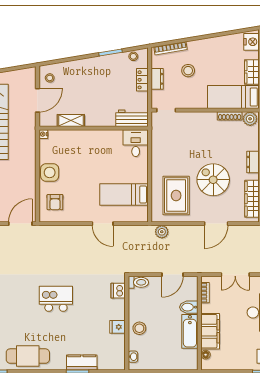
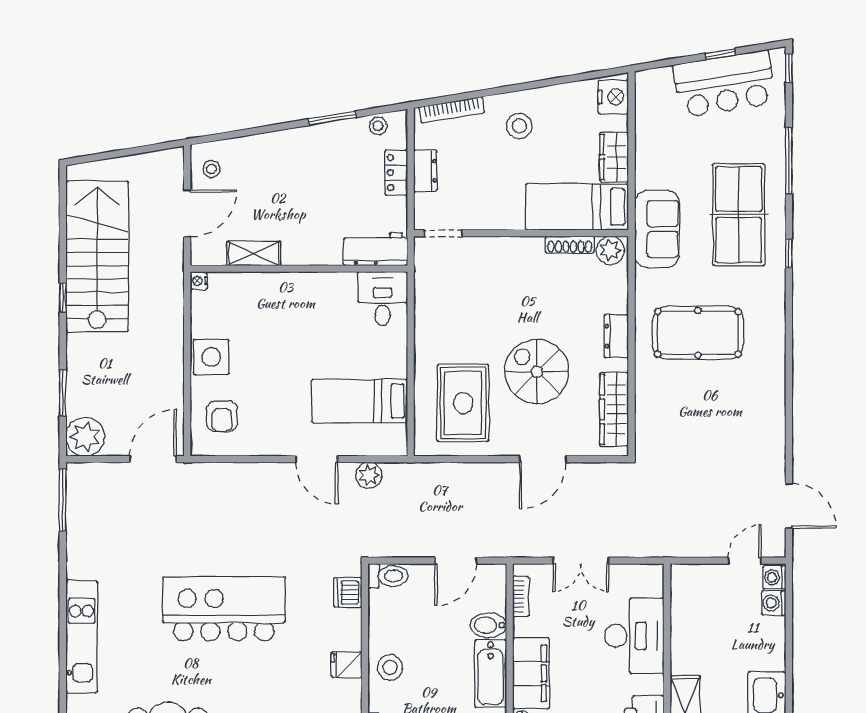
stool: (188, 71) -> (519, 126), moved
plant: (162, 232) -> (369, 475), moved
kitchen island: (56, 299) -> (224, 609), width x1.87, depth x1.28

